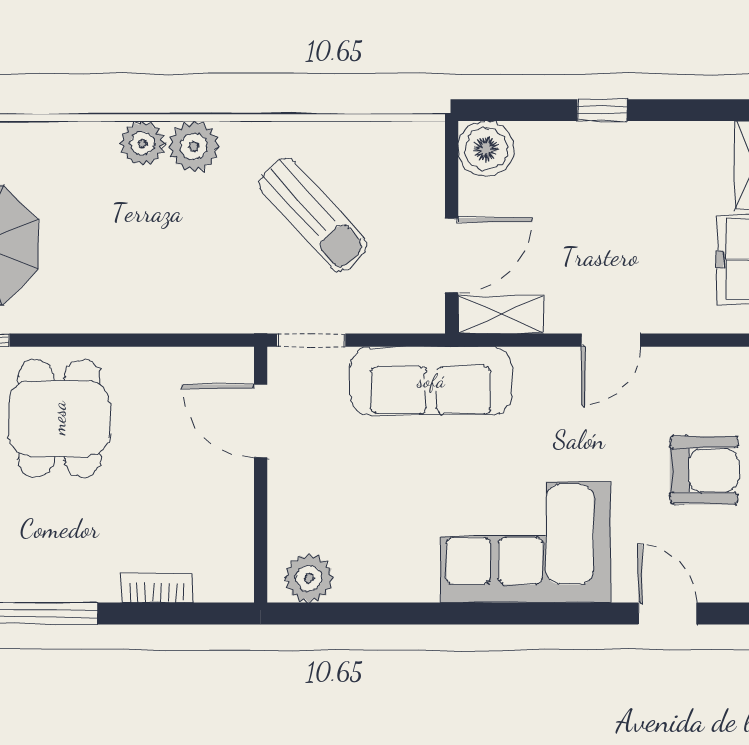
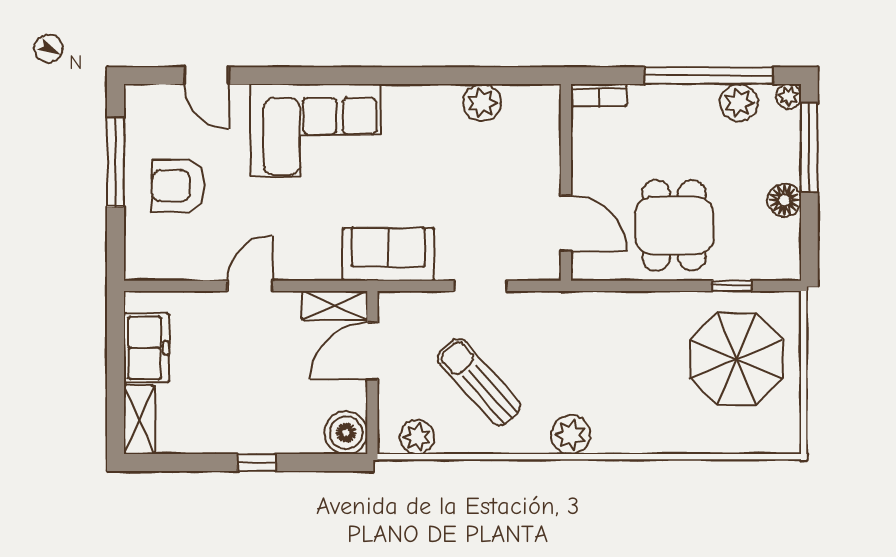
plant: (143, 143) -> (417, 437), moved
sofa: (431, 381) -> (388, 254), width x0.73
door: (261, 421) -> (566, 223), moved
wall: (261, 475) -> (566, 182), moved

